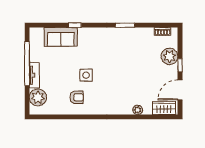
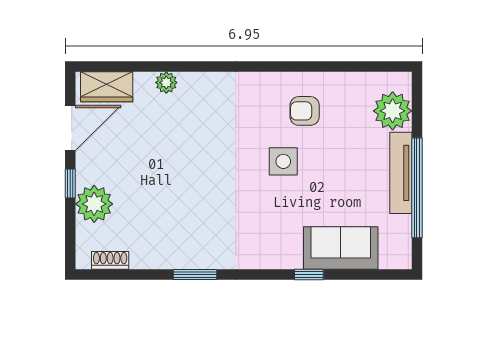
tv unit: (34, 75) -> (401, 173), width x1.41

